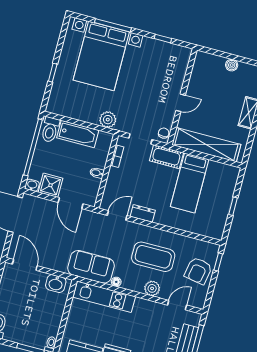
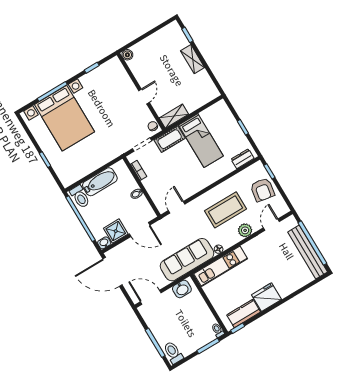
boiler: (232, 65) -> (127, 55), moved
plant: (108, 120) -> (109, 154), removed
shelving: (206, 145) -> (174, 116), width x0.45, depth x0.75
dresser: (143, 213) -> (243, 159), moved
sofa: (91, 267) -> (187, 260), width x1.36

